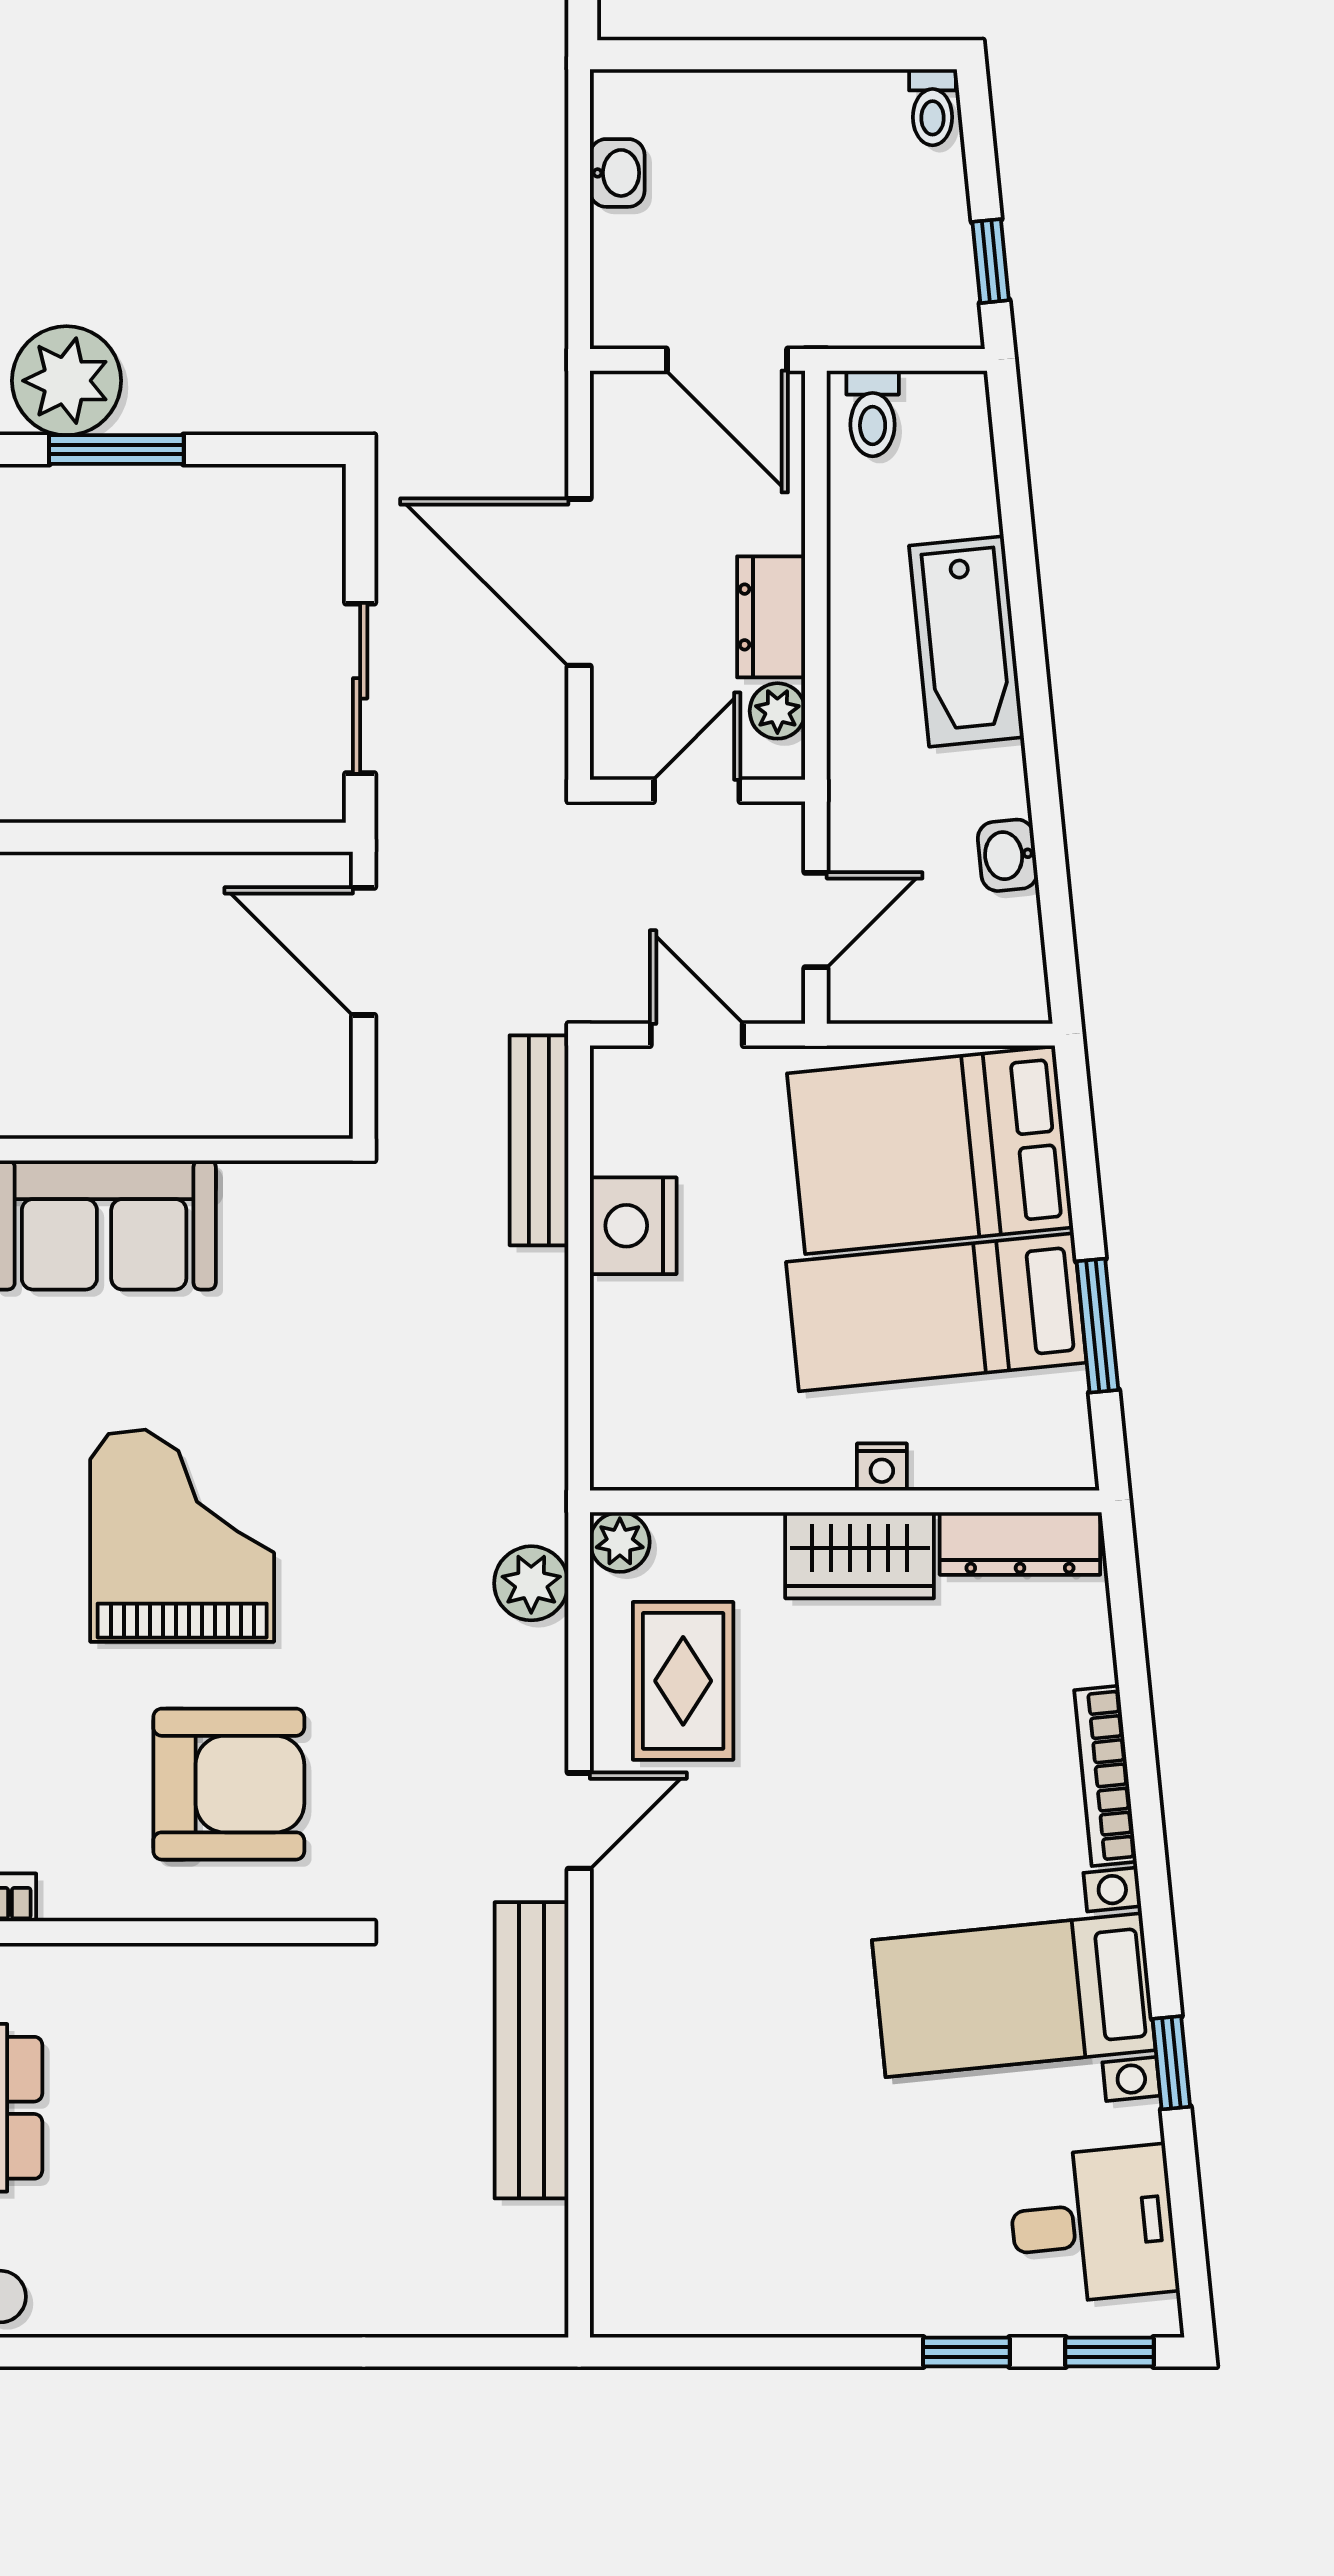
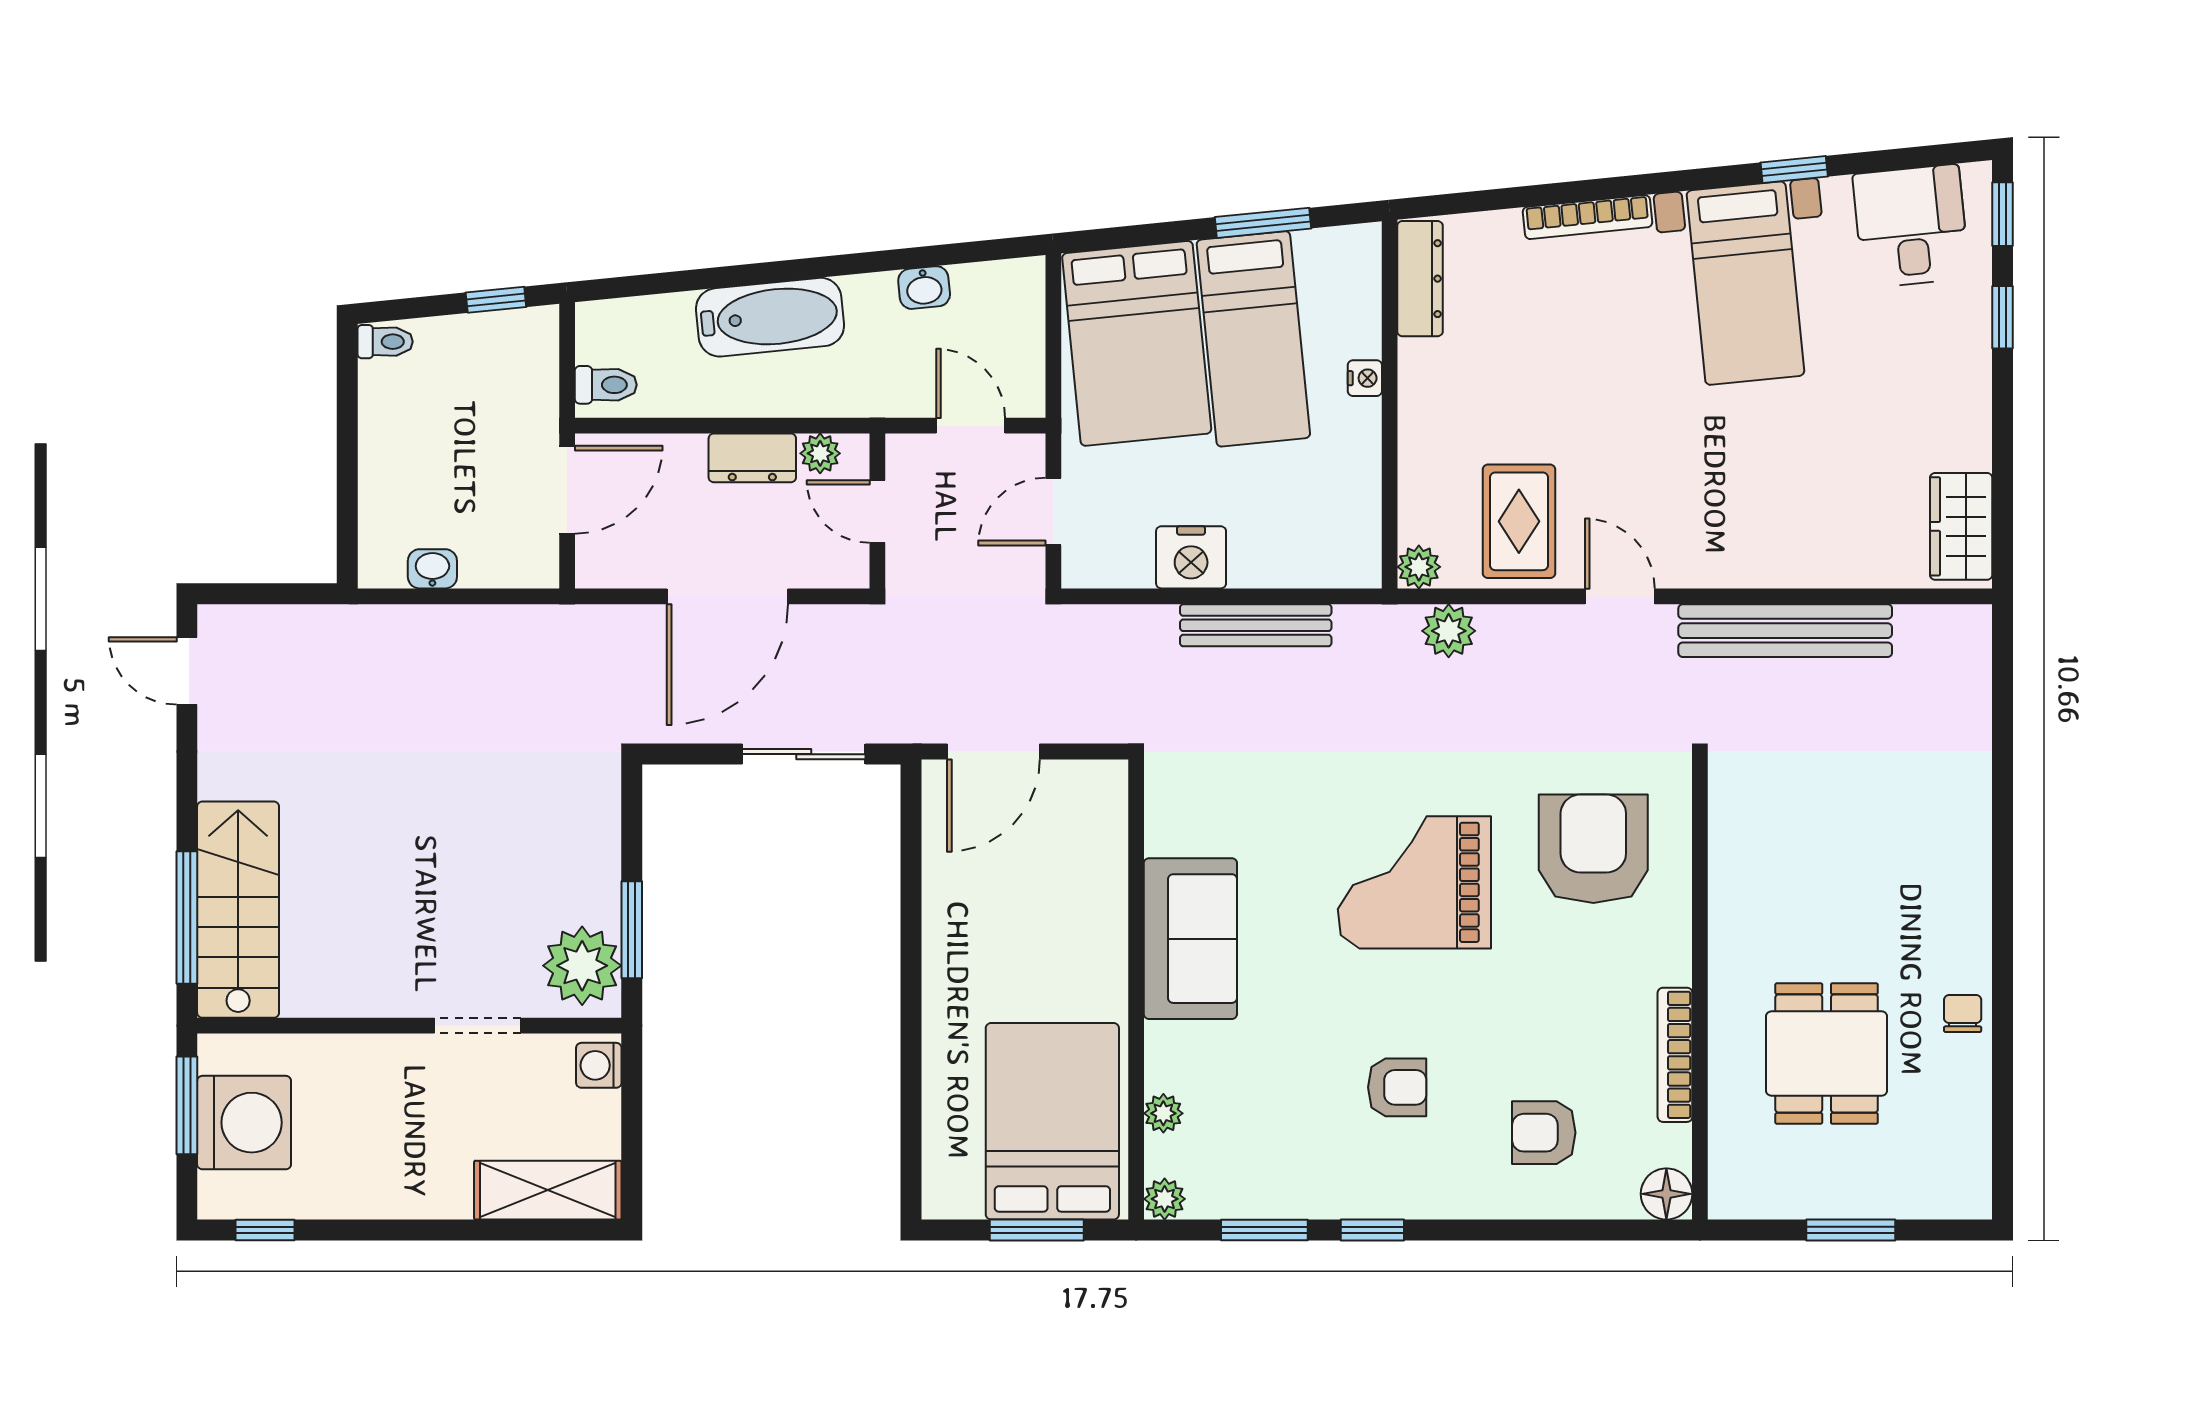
bench: (539, 1140) -> (1256, 625), moved
wardrobe: (860, 1555) -> (1961, 526), moved, turned 180
rug: (683, 1681) -> (1519, 521), turned 90

